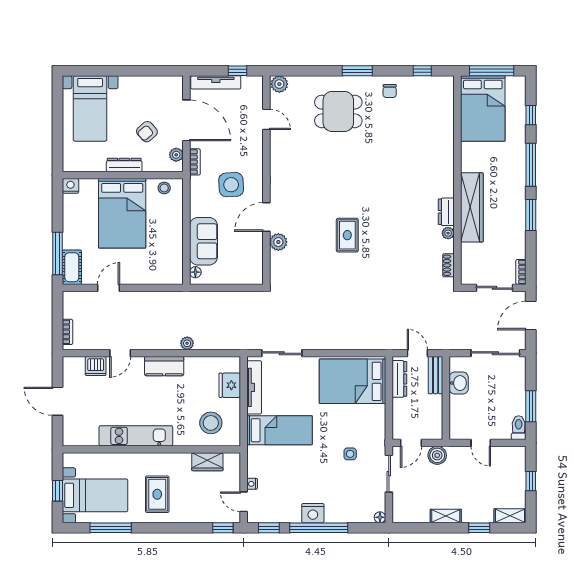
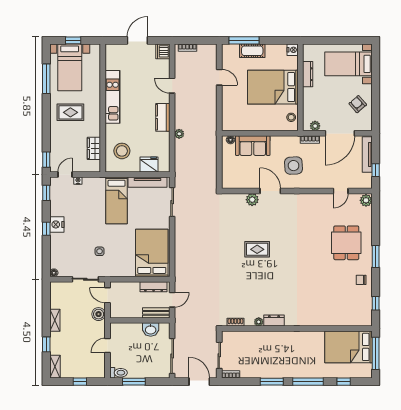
armchair: (147, 132) -> (358, 104), moved
dresser: (124, 165) -> (308, 74), moved
wardrobe: (472, 207) -> (277, 339), removed
cot: (72, 267) -> (252, 51), moved
dishwasher: (96, 366) -> (163, 51), moved
window: (319, 528) -> (46, 229), width x0.32

